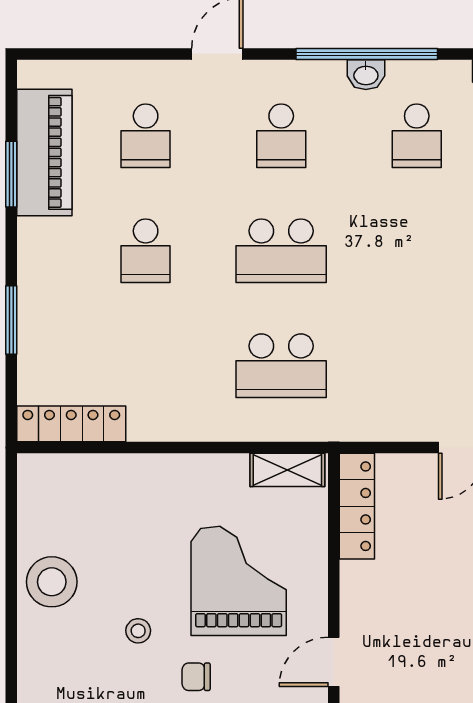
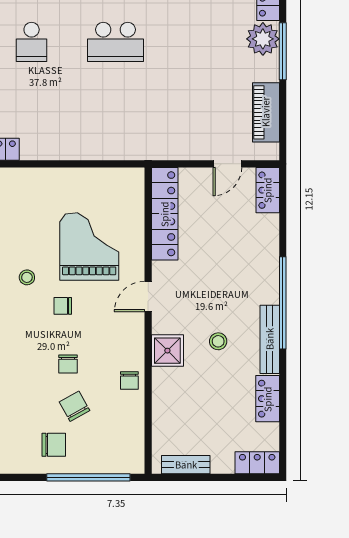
school desk: (281, 366) -> (116, 113), removed
shelving: (287, 470) -> (119, 178), removed
locker: (357, 506) -> (165, 214), width x1.41, depth x1.21

